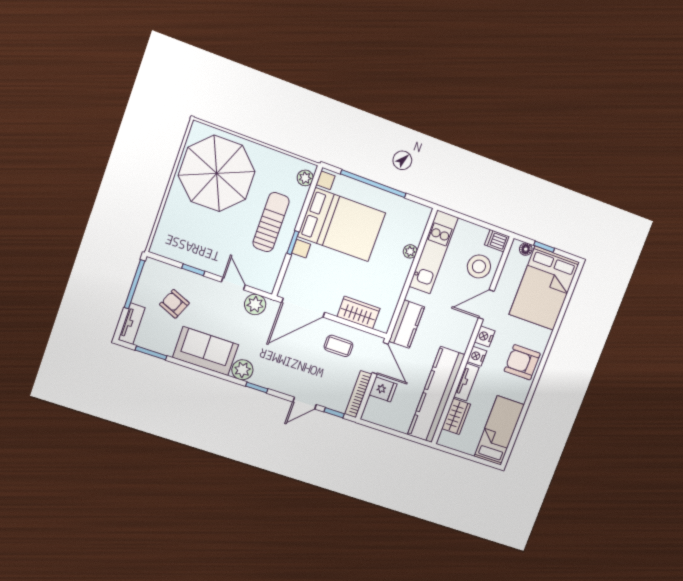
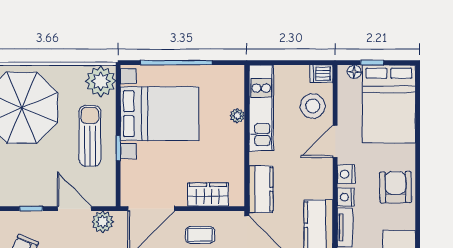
plant: (305, 178) -> (101, 81), width x1.87, depth x1.87
door: (233, 284) -> (74, 209), width x1.38
armchair: (522, 362) -> (396, 187), turned 89

